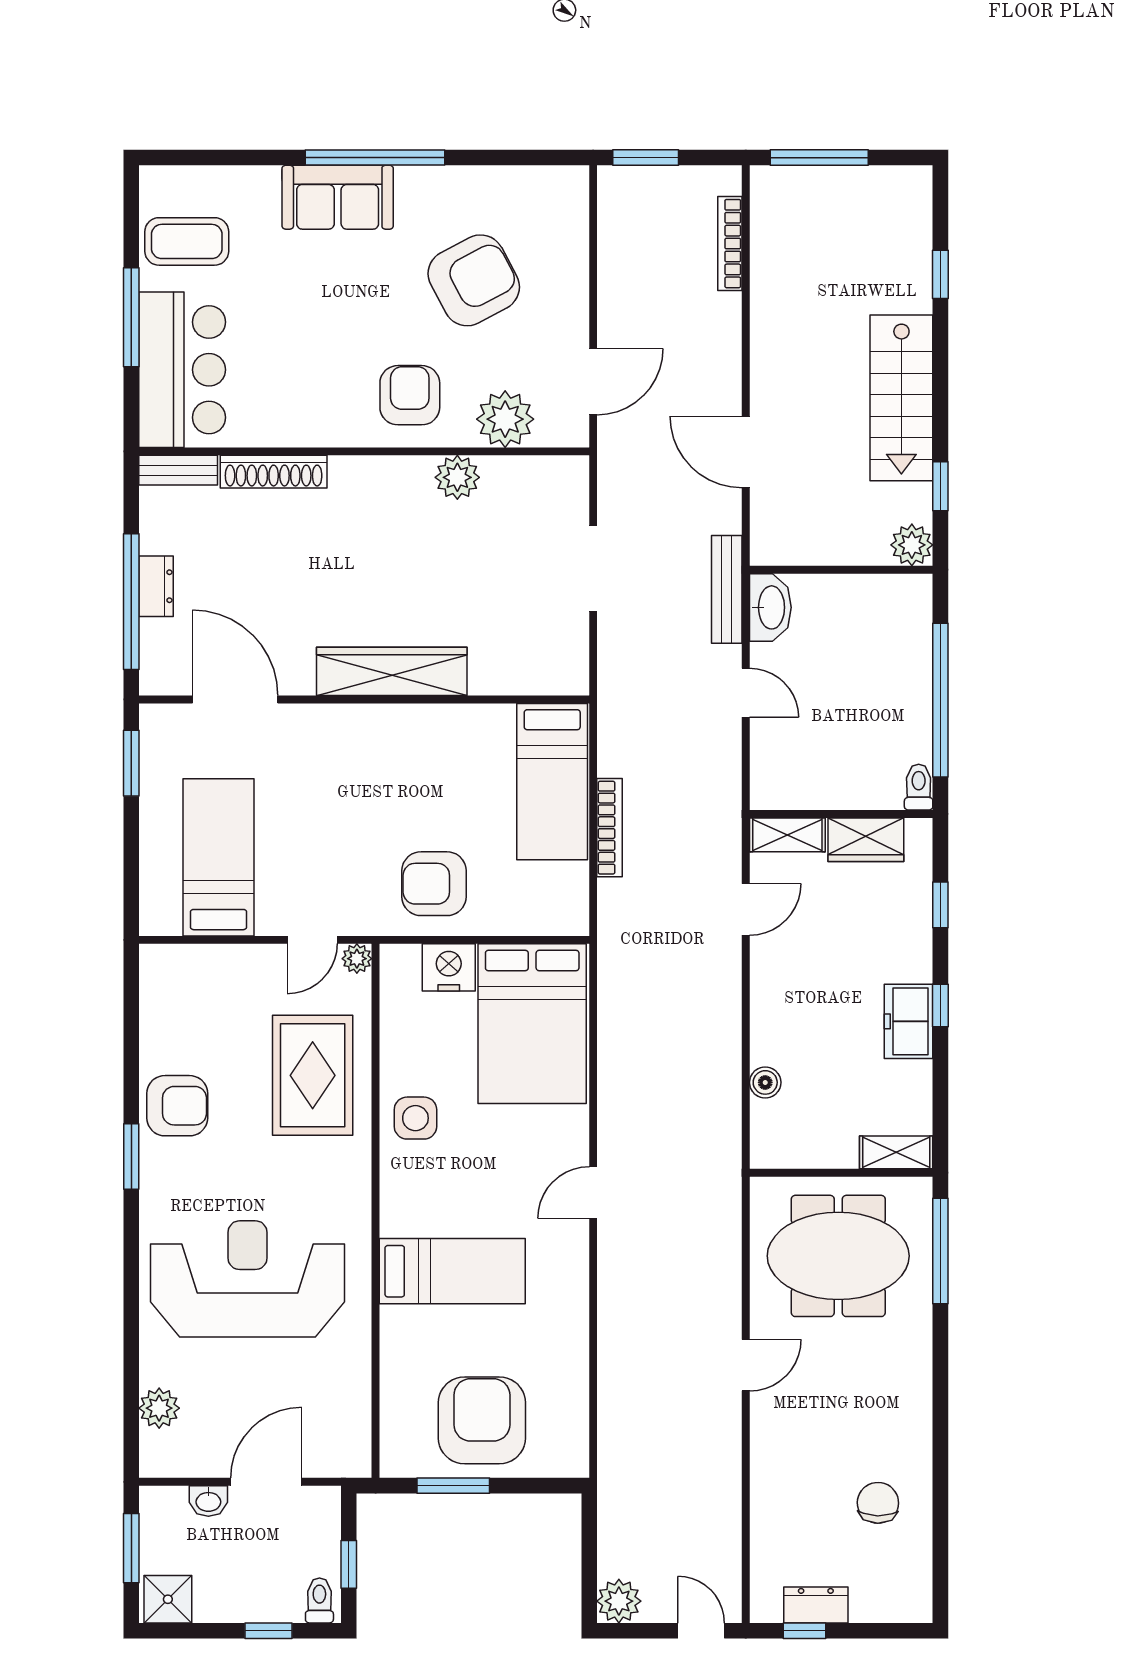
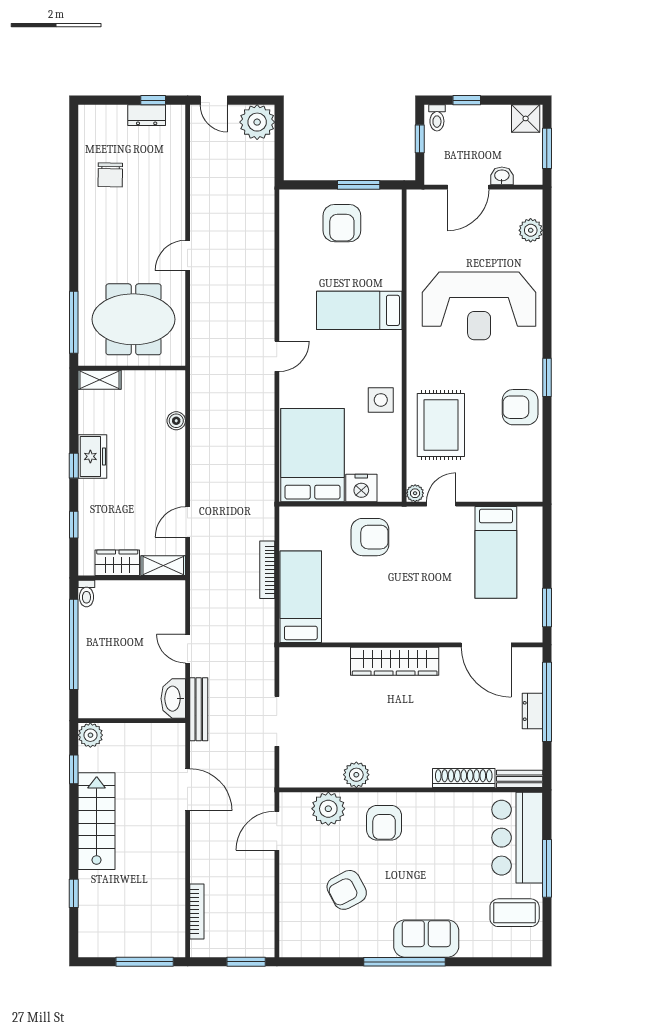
armchair: (474, 280) -> (347, 890), width x0.73, depth x0.73
armchair: (482, 1420) -> (342, 223), width x0.73, depth x0.73
plant: (619, 1601) -> (257, 122), width x1.36, depth x1.36

